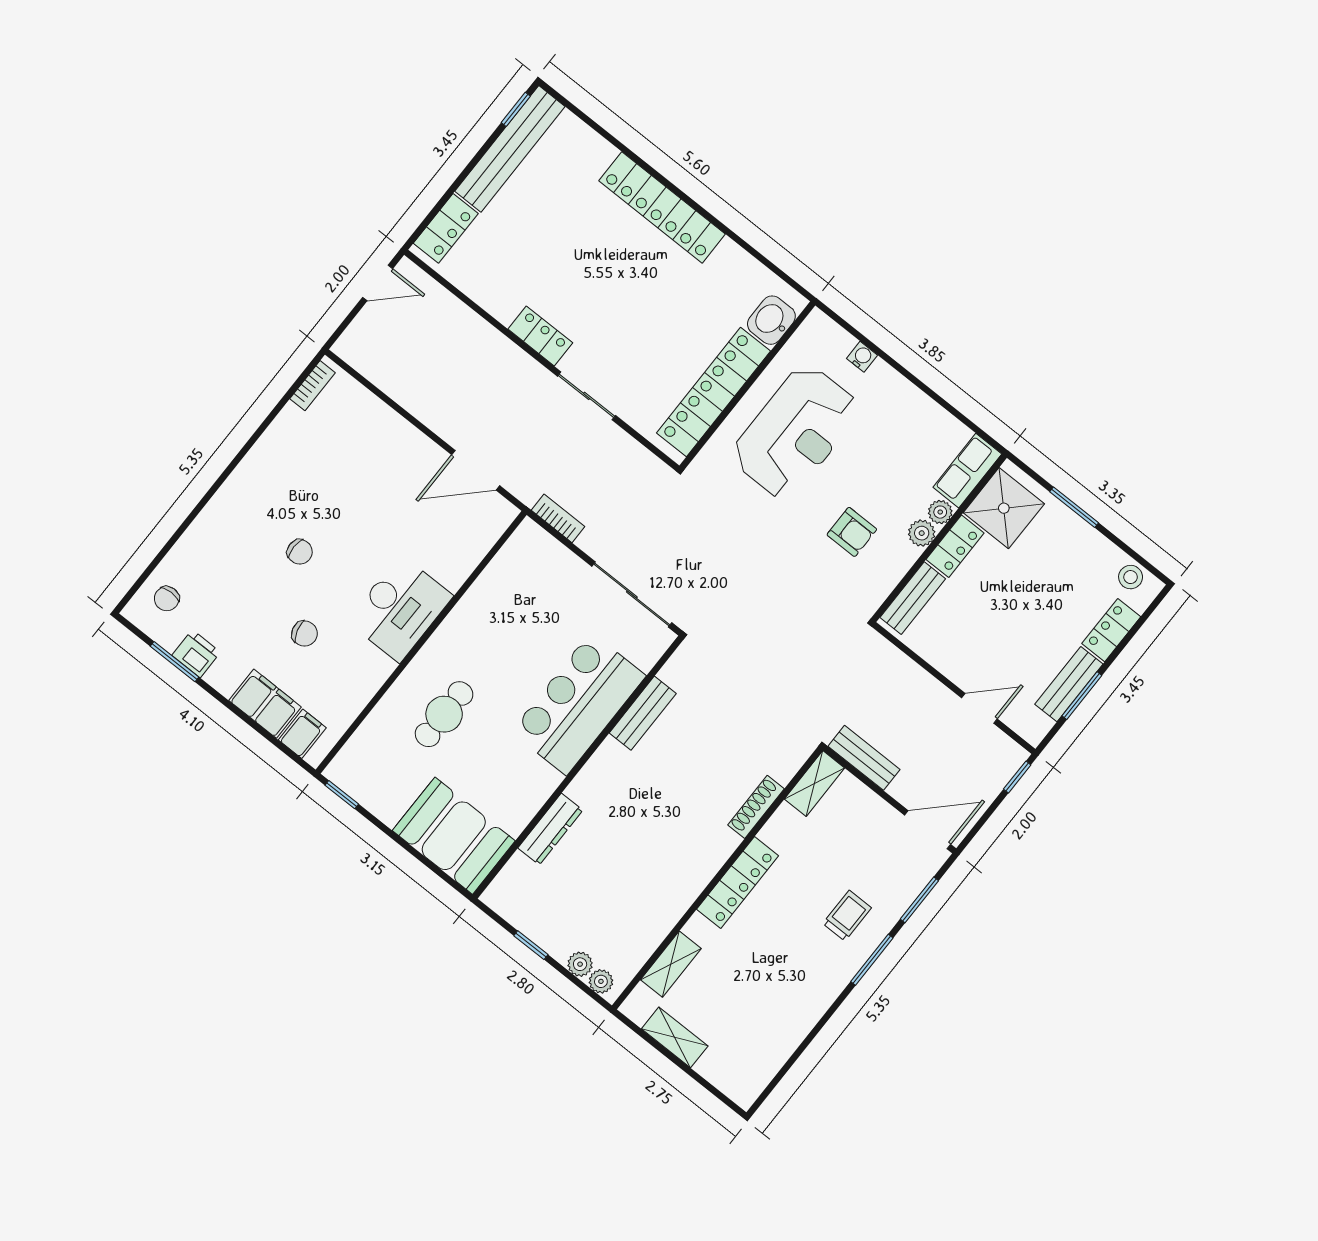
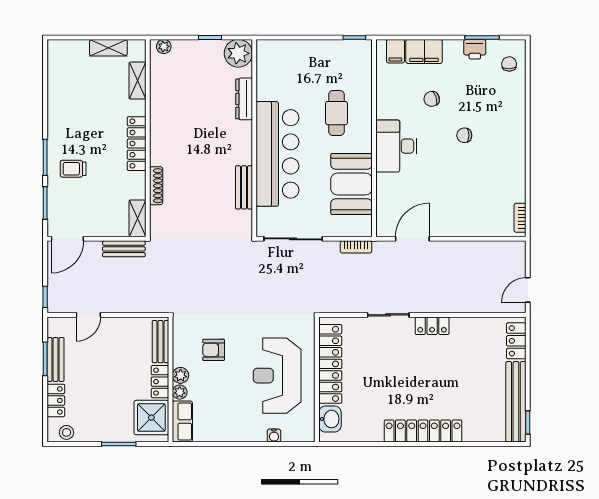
bar counter: (578, 704) -> (277, 154), width x1.36
booth: (454, 836) -> (351, 184), moved, turned 90
trolley: (847, 916) -> (73, 169), turned 90
plant: (580, 964) -> (238, 53), moved, width x1.88, depth x1.88

